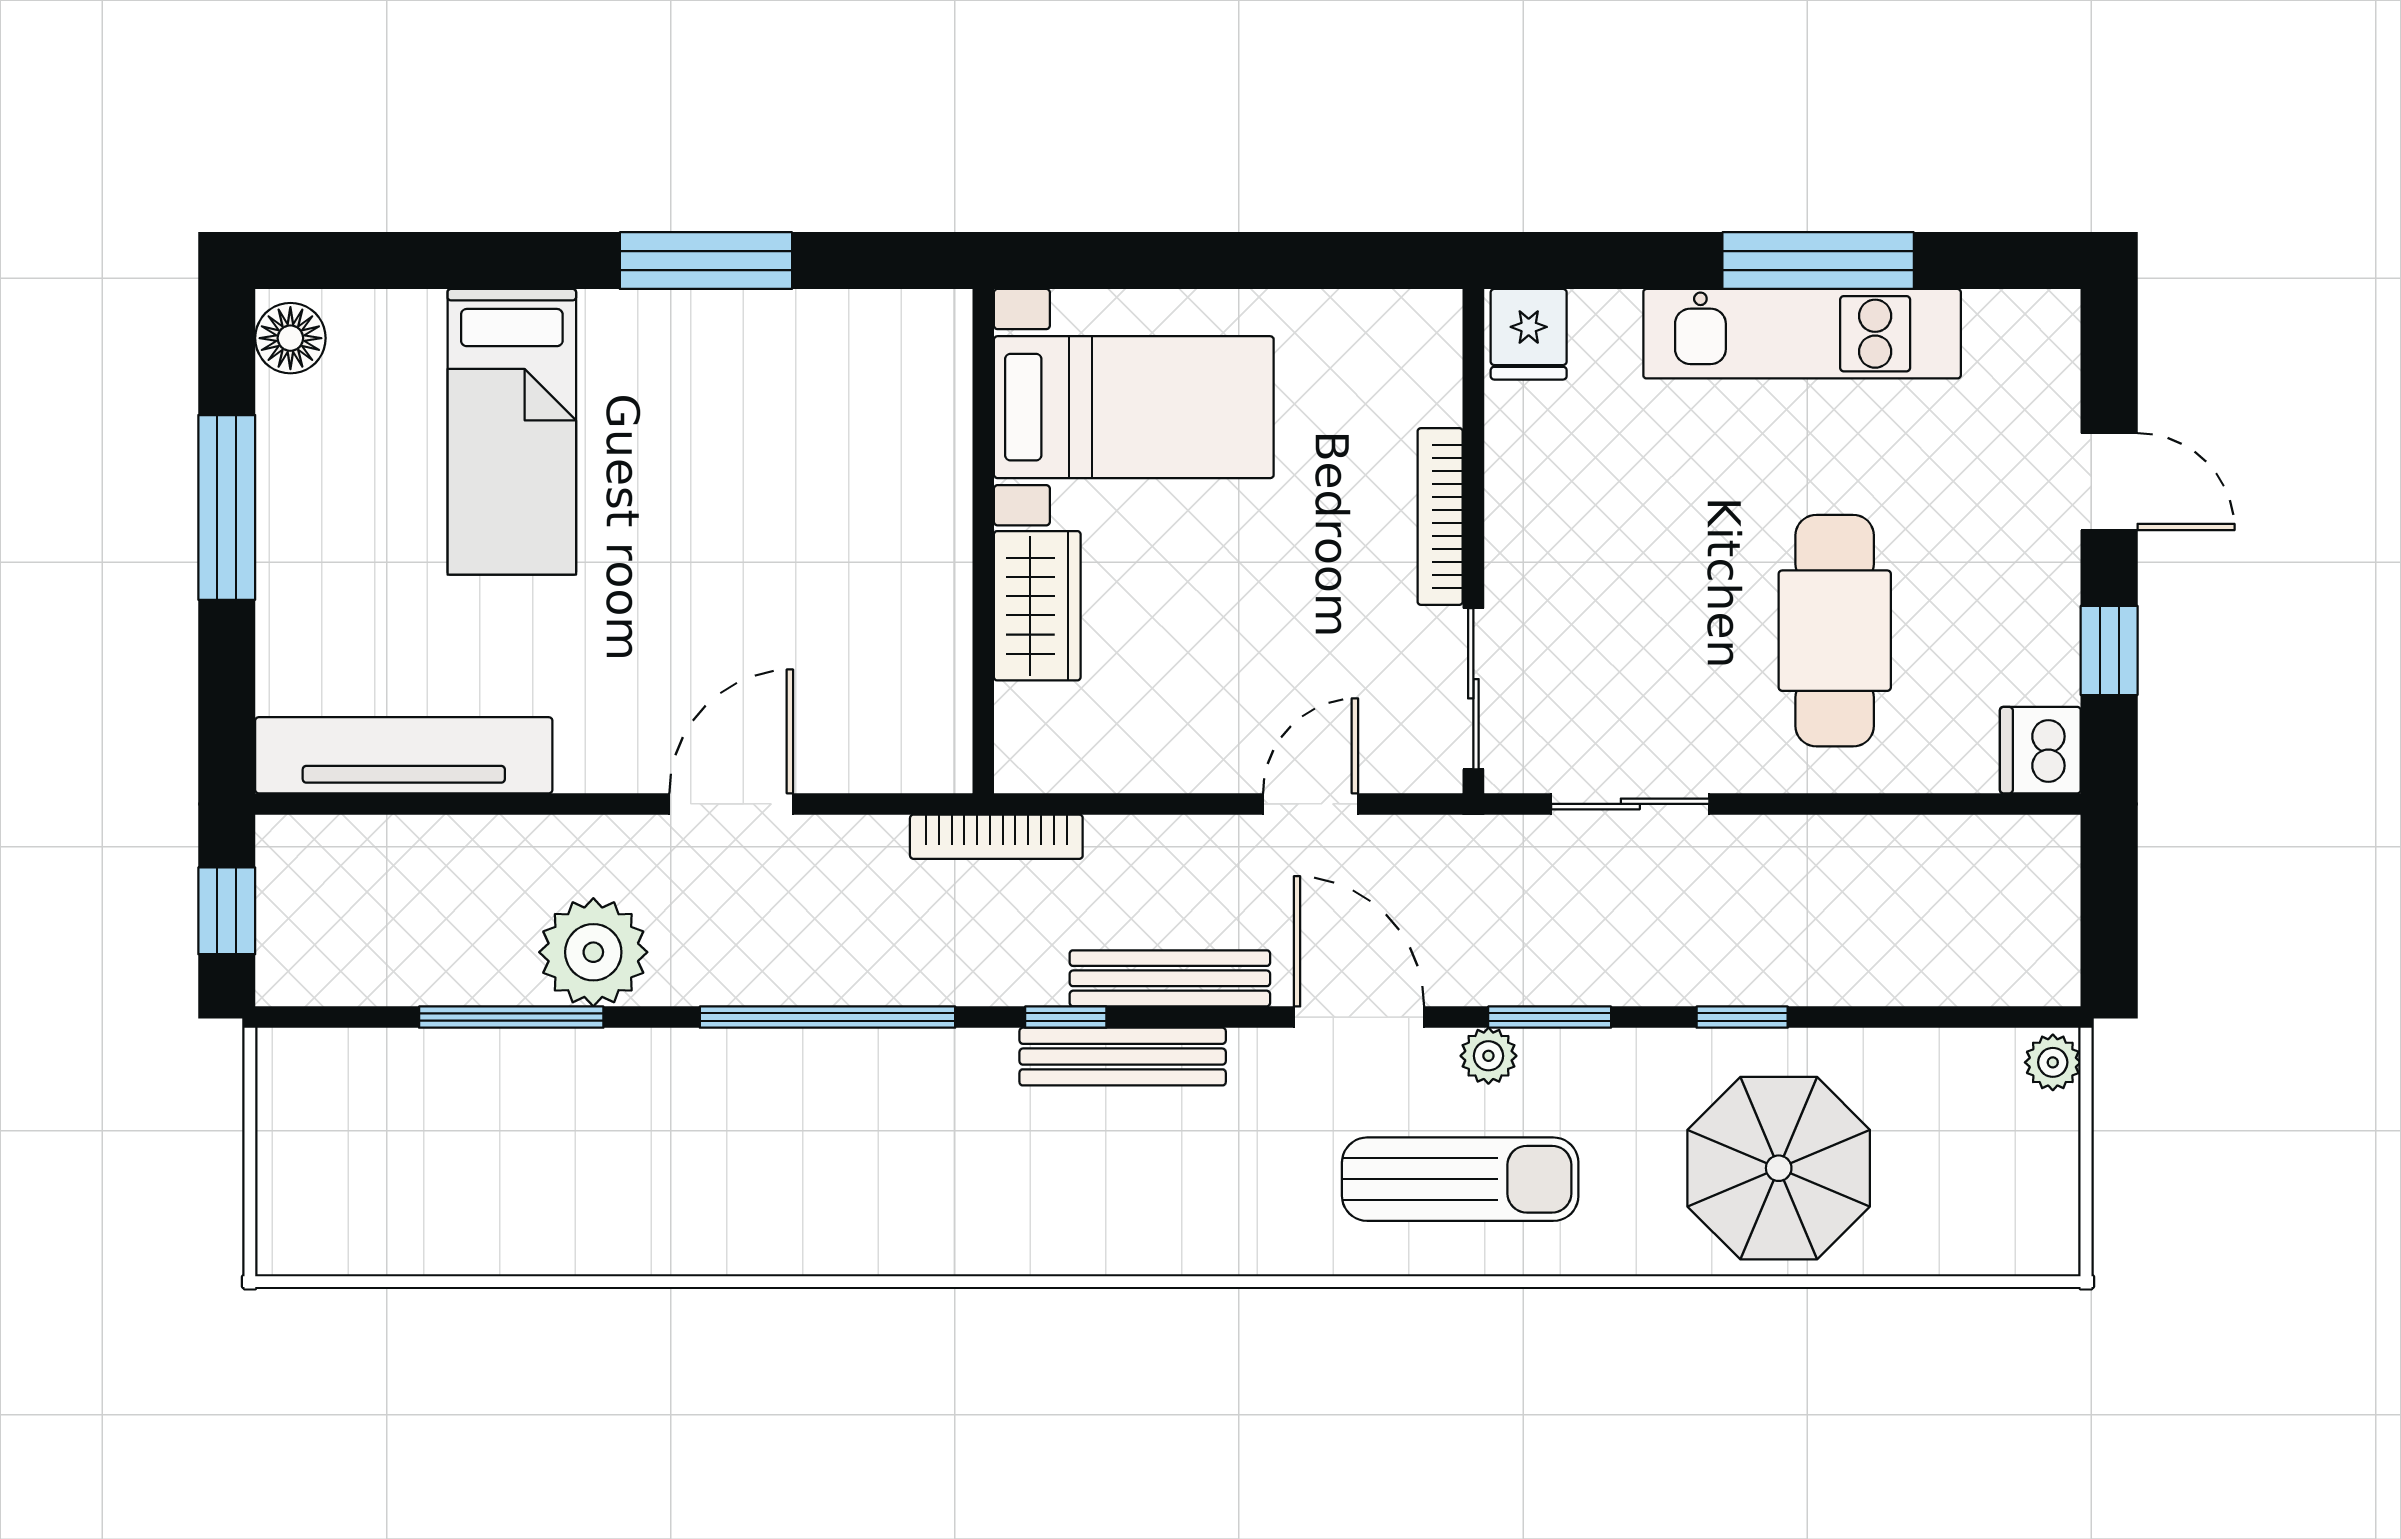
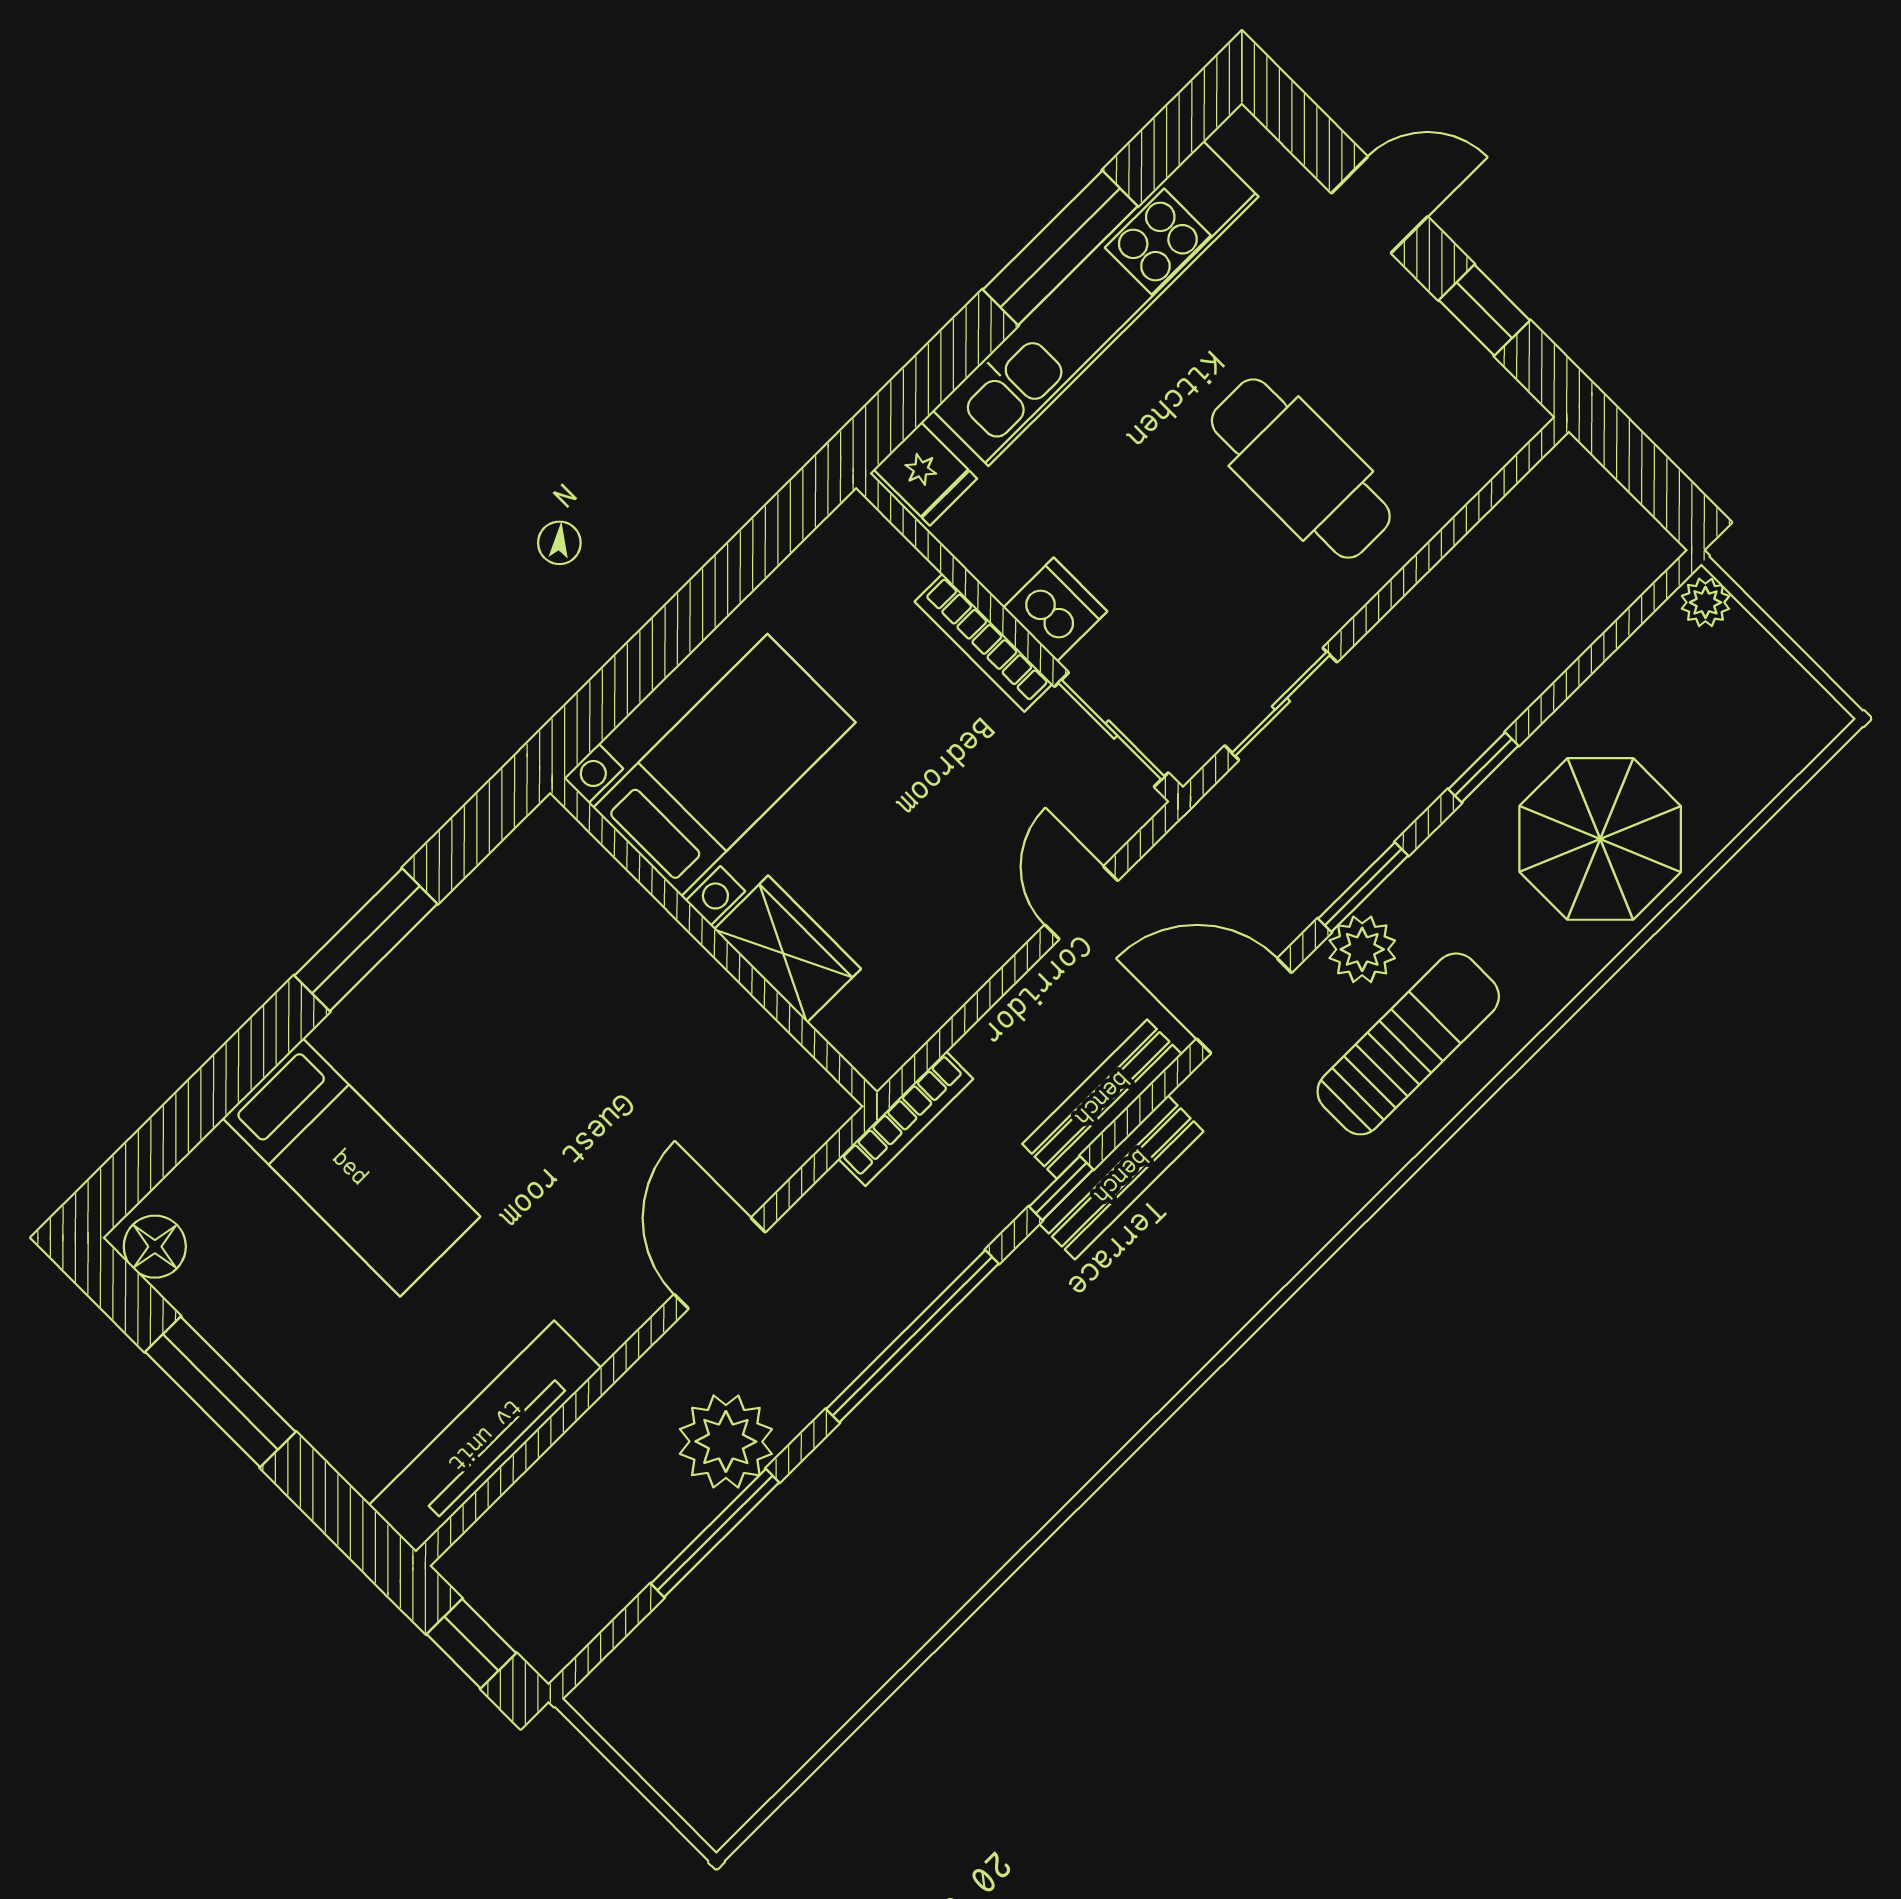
kitchen unit: (1802, 334) -> (1096, 304), width x1.36
dishwasher: (2040, 750) -> (1055, 609), moved, turned 180
plant: (1488, 1056) -> (1362, 949), width x1.38, depth x1.38

